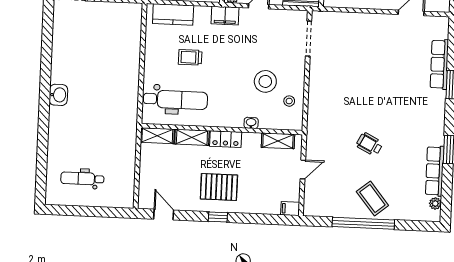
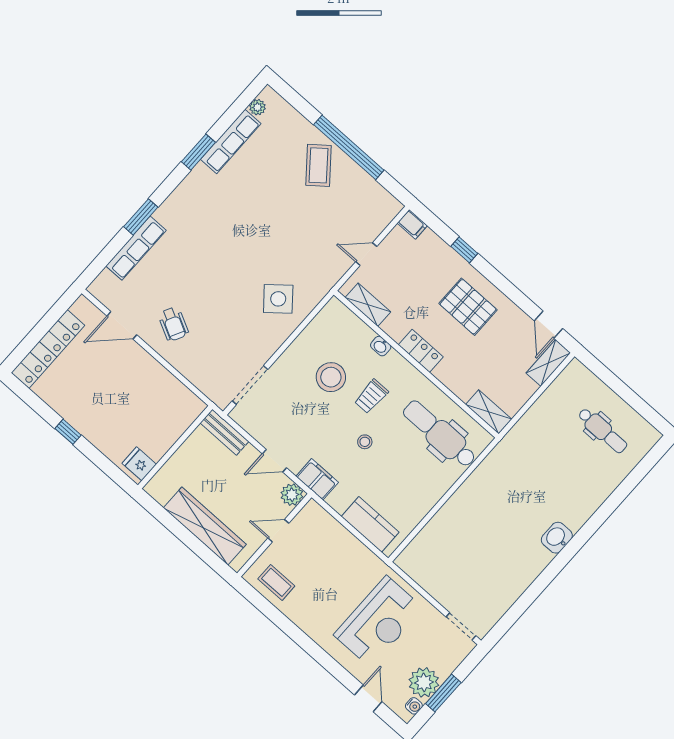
trolley: (190, 57) -> (371, 396), moved, turned 90
stool: (289, 101) -> (365, 442), moved
side table: (333, 102) -> (278, 299), added
shelving: (192, 137) -> (548, 363), moved, turned 90
wheelchair: (369, 144) -> (173, 324), moved
window: (218, 217) -> (464, 250), moved

